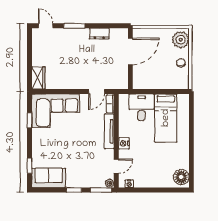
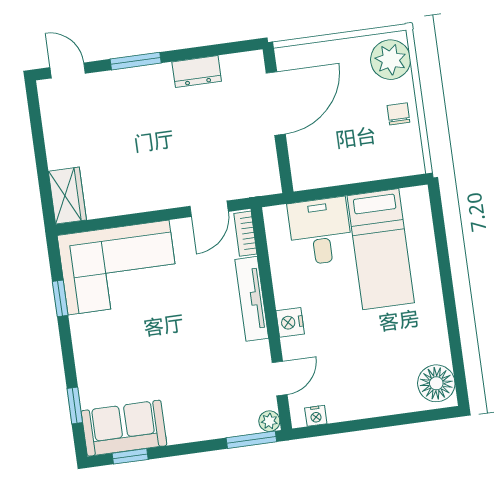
window: (74, 190) -> (130, 456), moved

